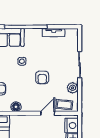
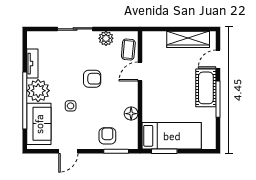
plant: (33, 37) -> (38, 91), added
door: (48, 113) -> (140, 71), hinge flipped
nightstand: (71, 126) -> (156, 40), removed

